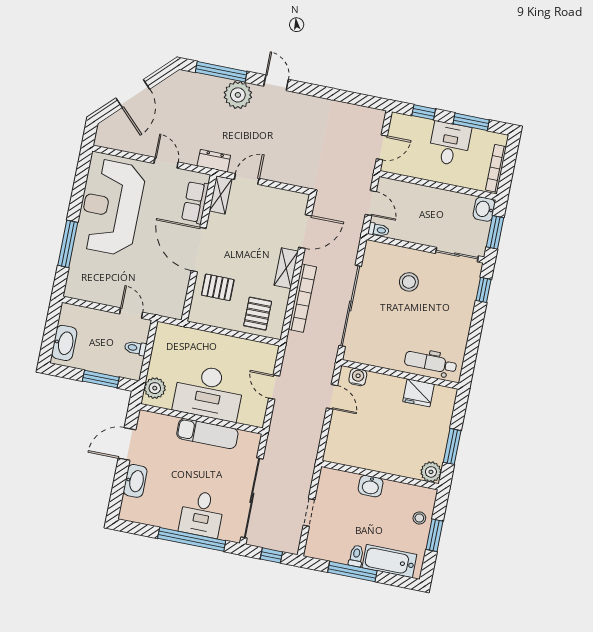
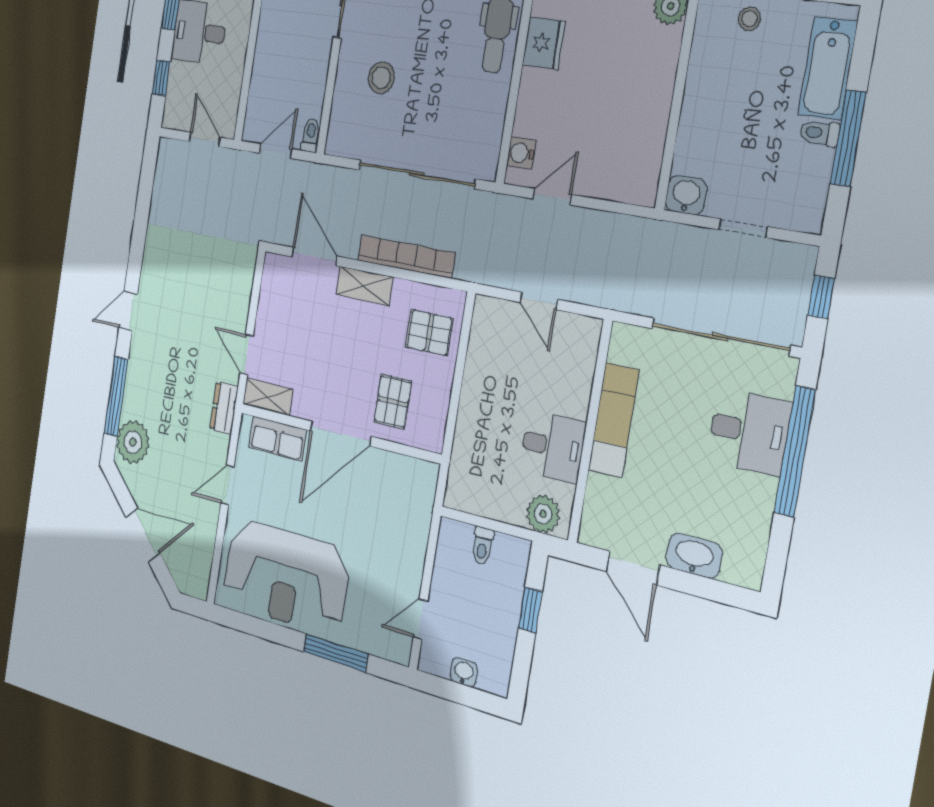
plant: (238, 95) -> (133, 442), moved
door: (131, 313) -> (421, 619), moved
washbasin: (64, 343) -> (464, 672), width x0.52, depth x0.69
window: (101, 379) -> (530, 610), width x0.67
door: (274, 387) -> (539, 301), hinge flipped
desk: (209, 392) -> (553, 447), width x0.53, depth x0.77
washbasin: (371, 486) -> (686, 195), moved, turned -90

